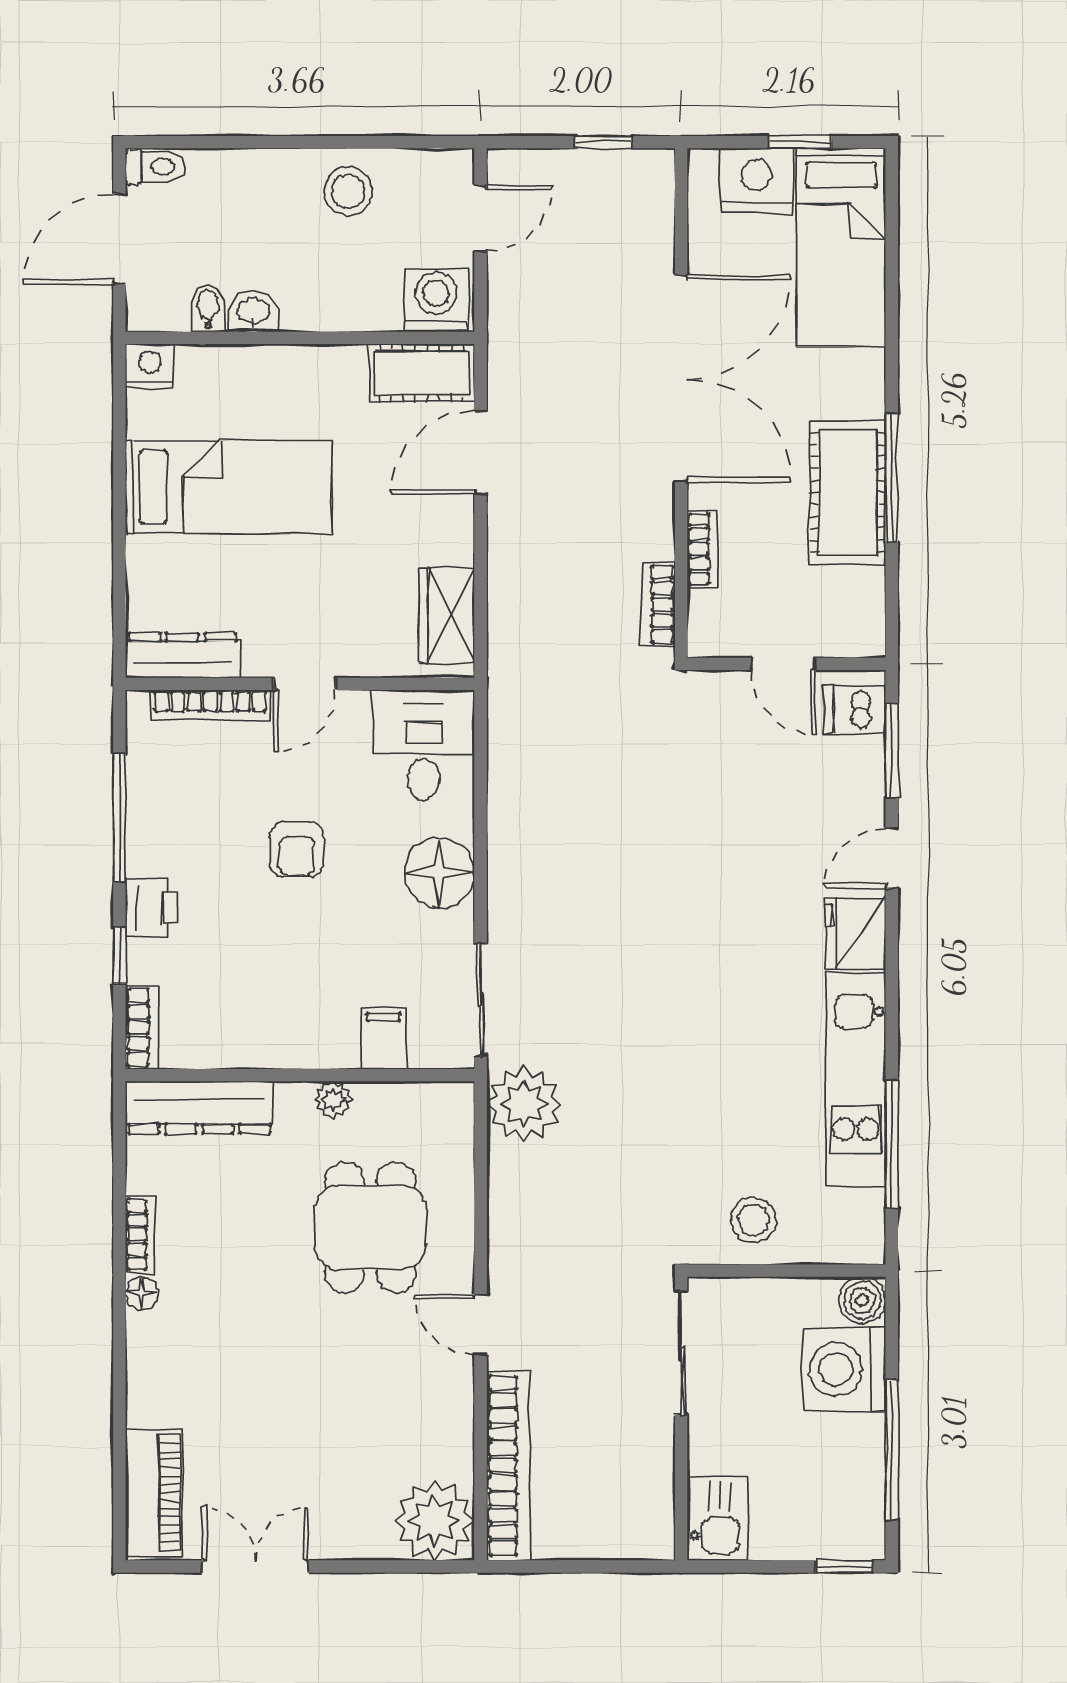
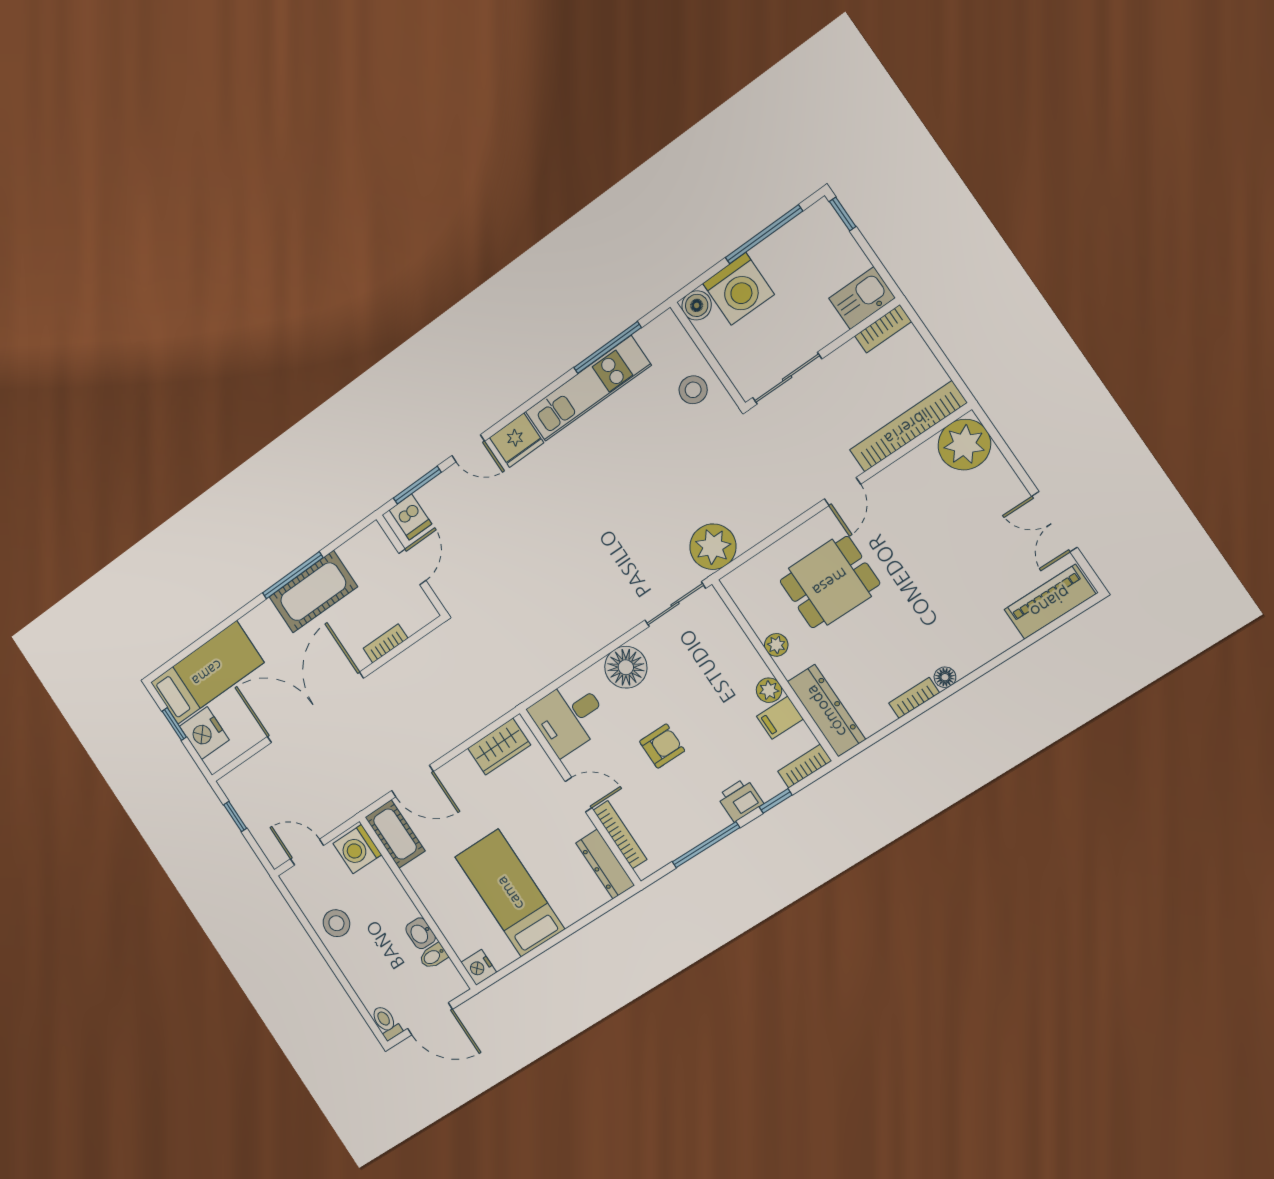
bookcase: (658, 604) -> (883, 329), moved
filing cabinet: (384, 1038) -> (780, 718), moved
plant: (278, 1049) -> (769, 690), added

